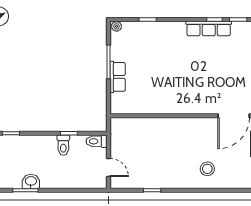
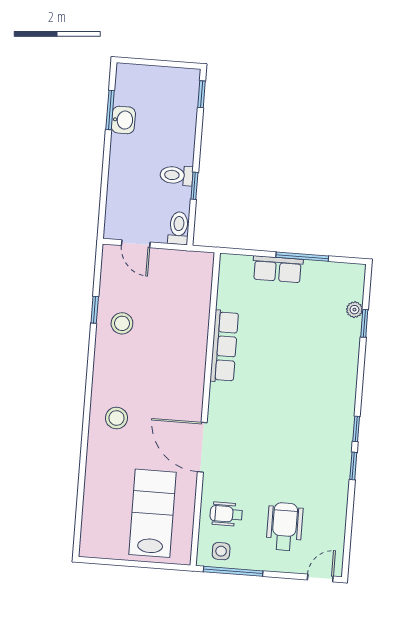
plant: (117, 26) -> (354, 310), moved
row of seats: (209, 28) -> (224, 346), moved, turned 180
door: (108, 168) -> (136, 244), hinge flipped
stool: (207, 169) -> (116, 418), moved
stool: (159, 172) -> (122, 323), added

